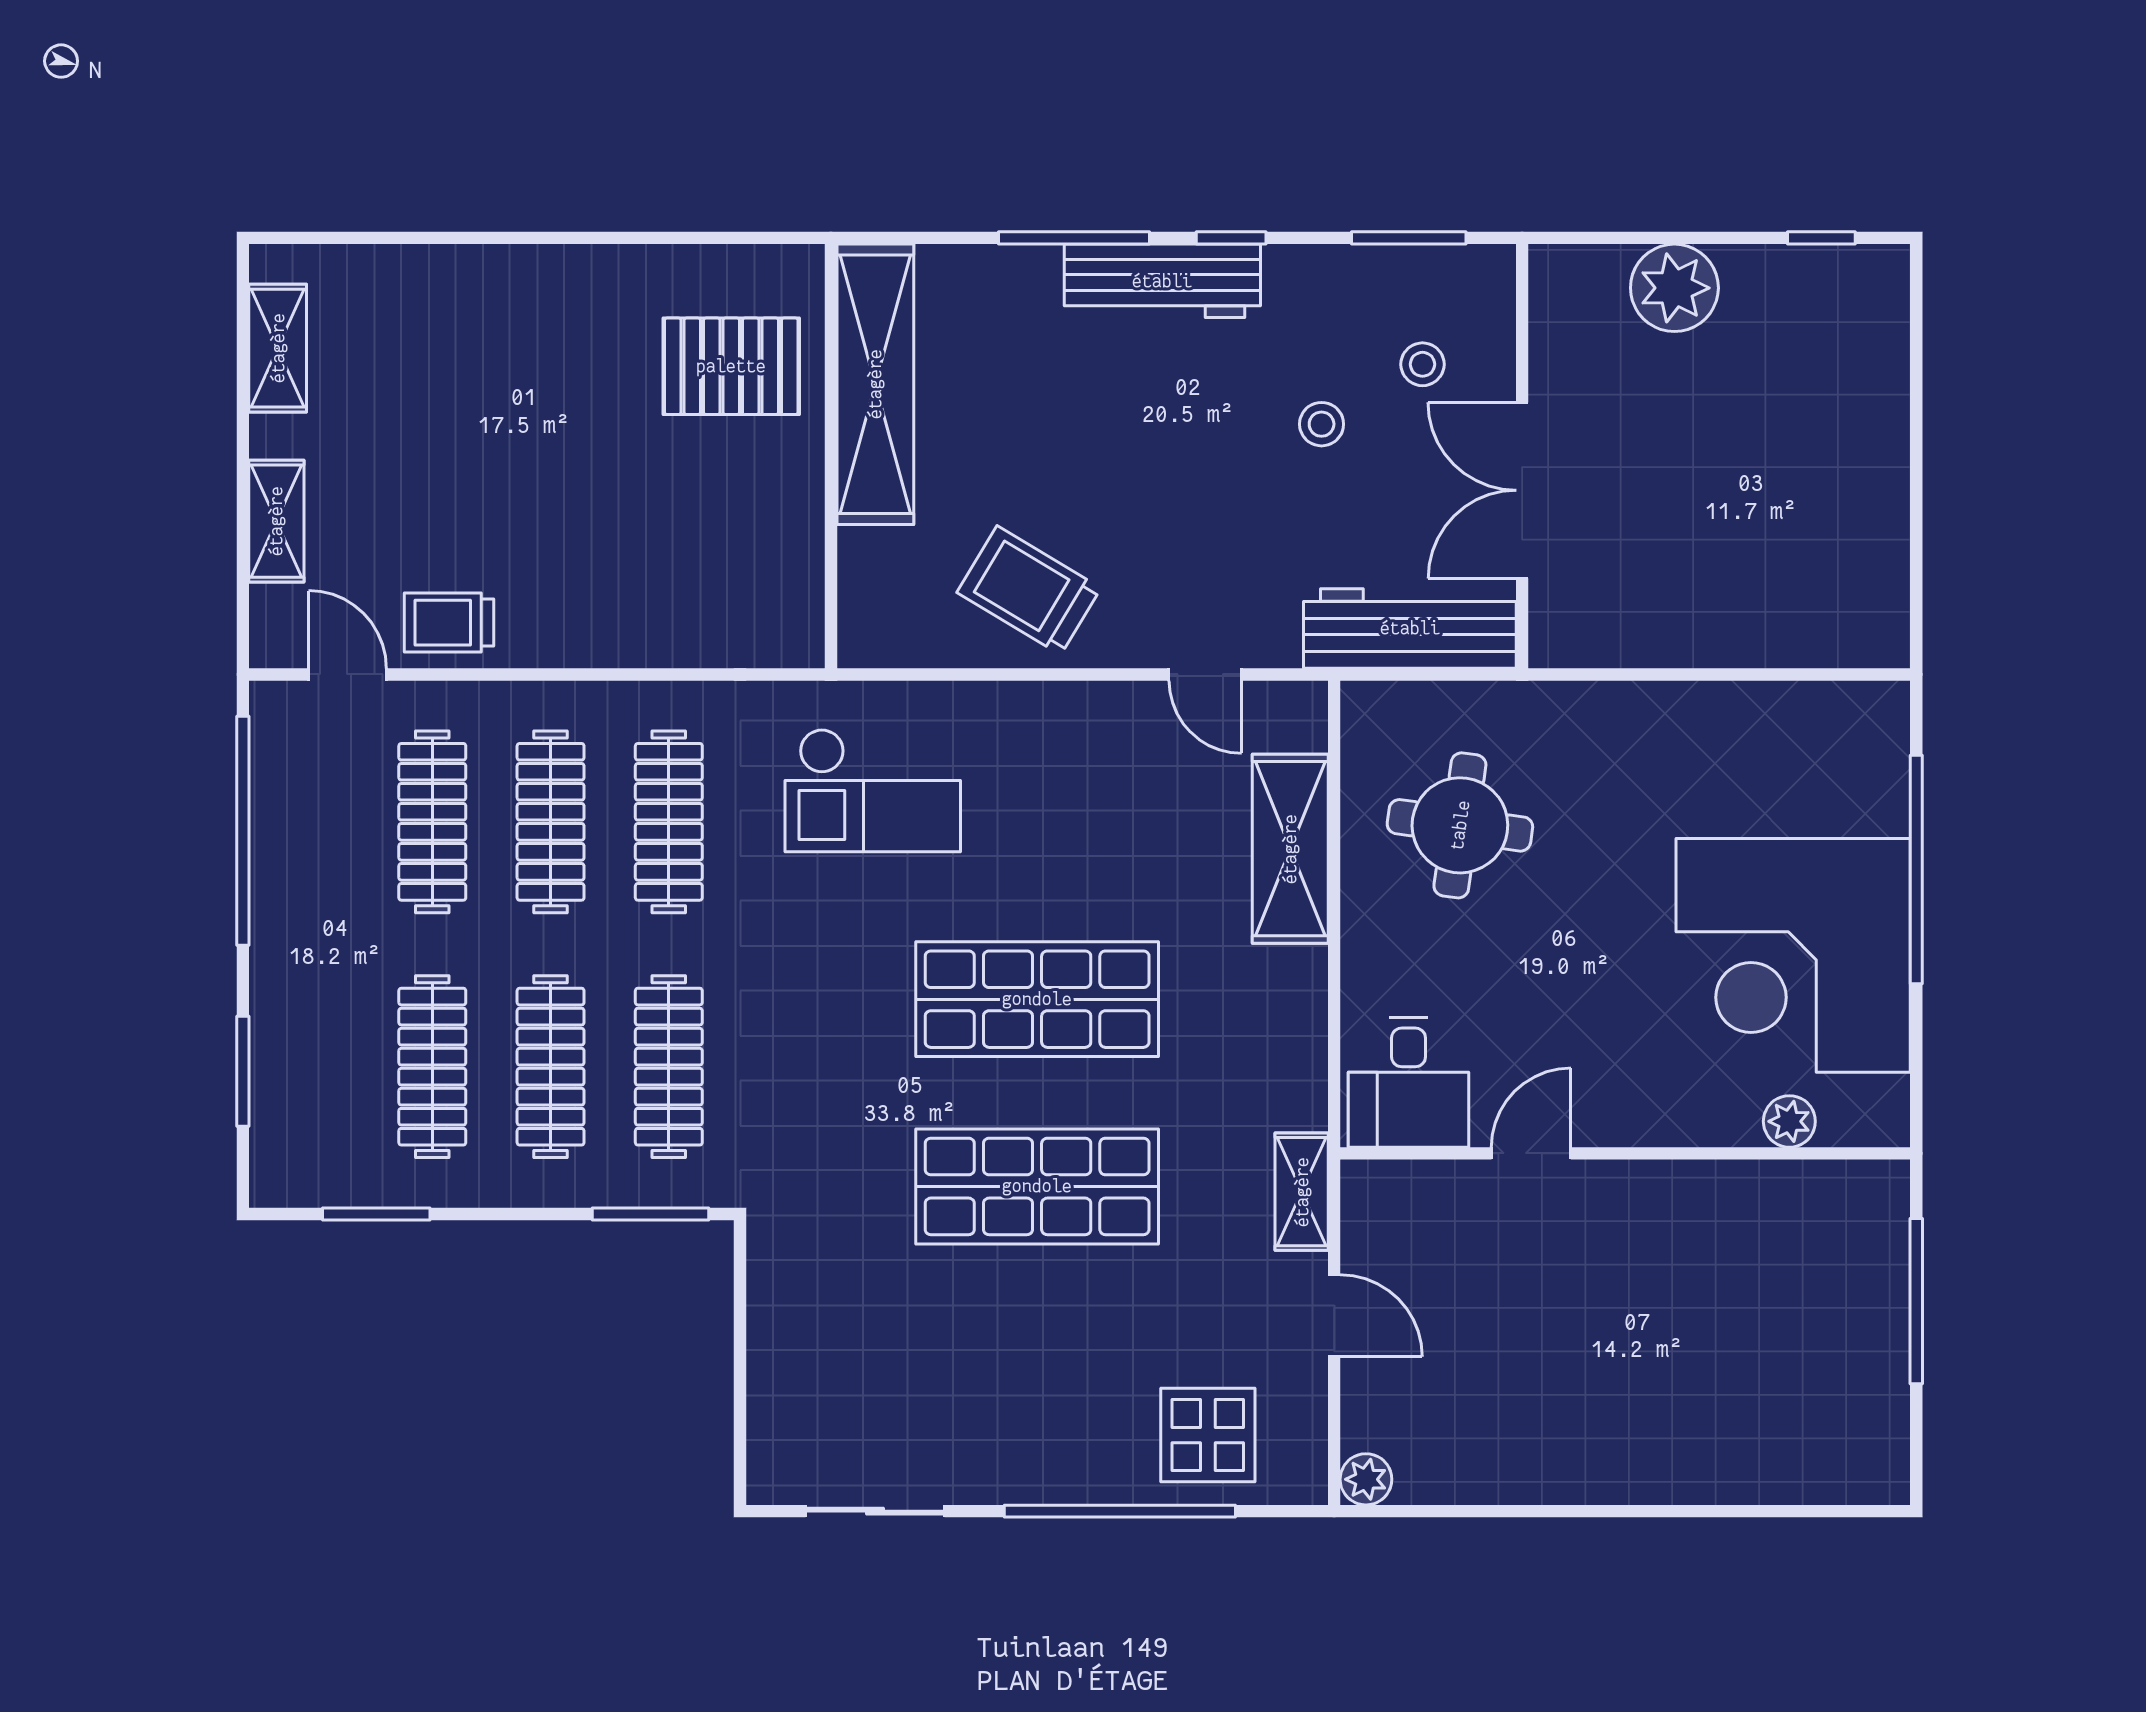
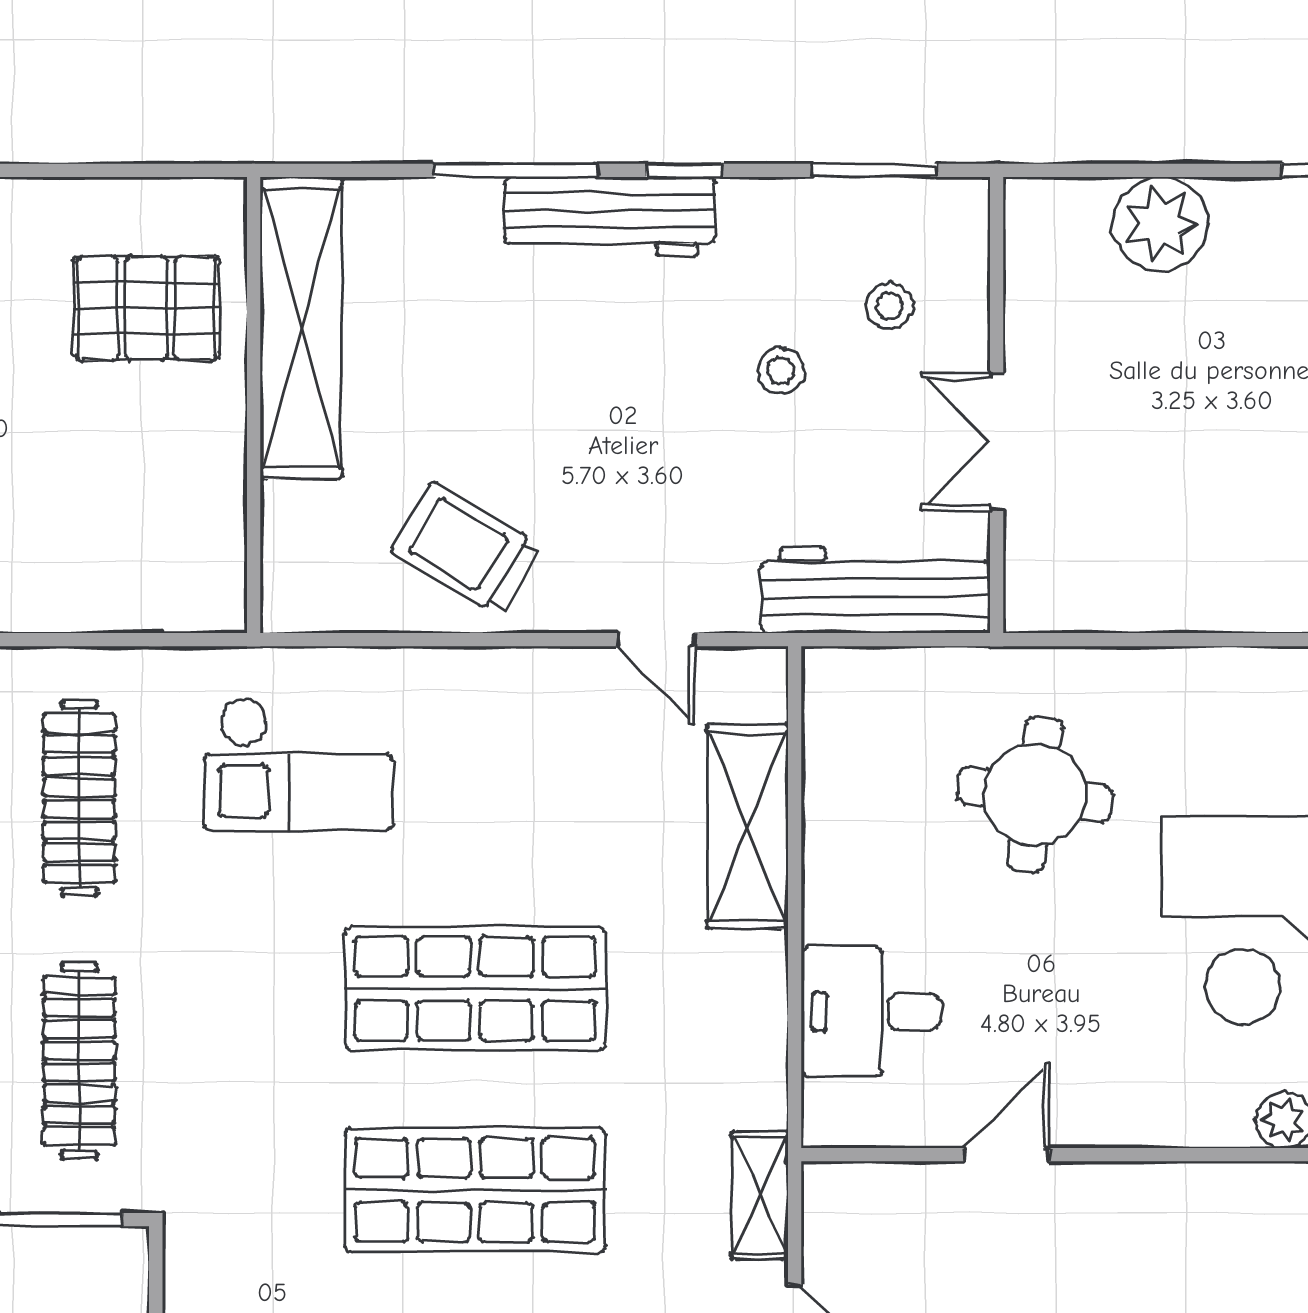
double door: (1522, 490) -> (997, 442), width x0.73
round table: (1460, 825) -> (1035, 794), moved
desk: (1409, 1082) -> (871, 1012), moved, turned 90

